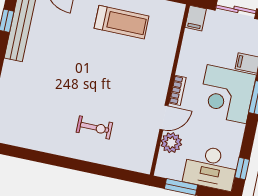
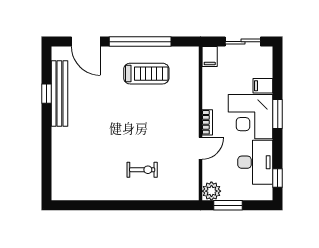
plant: (171, 143) -> (211, 191), moved
desk: (211, 168) -> (255, 162), moved, turned -90

